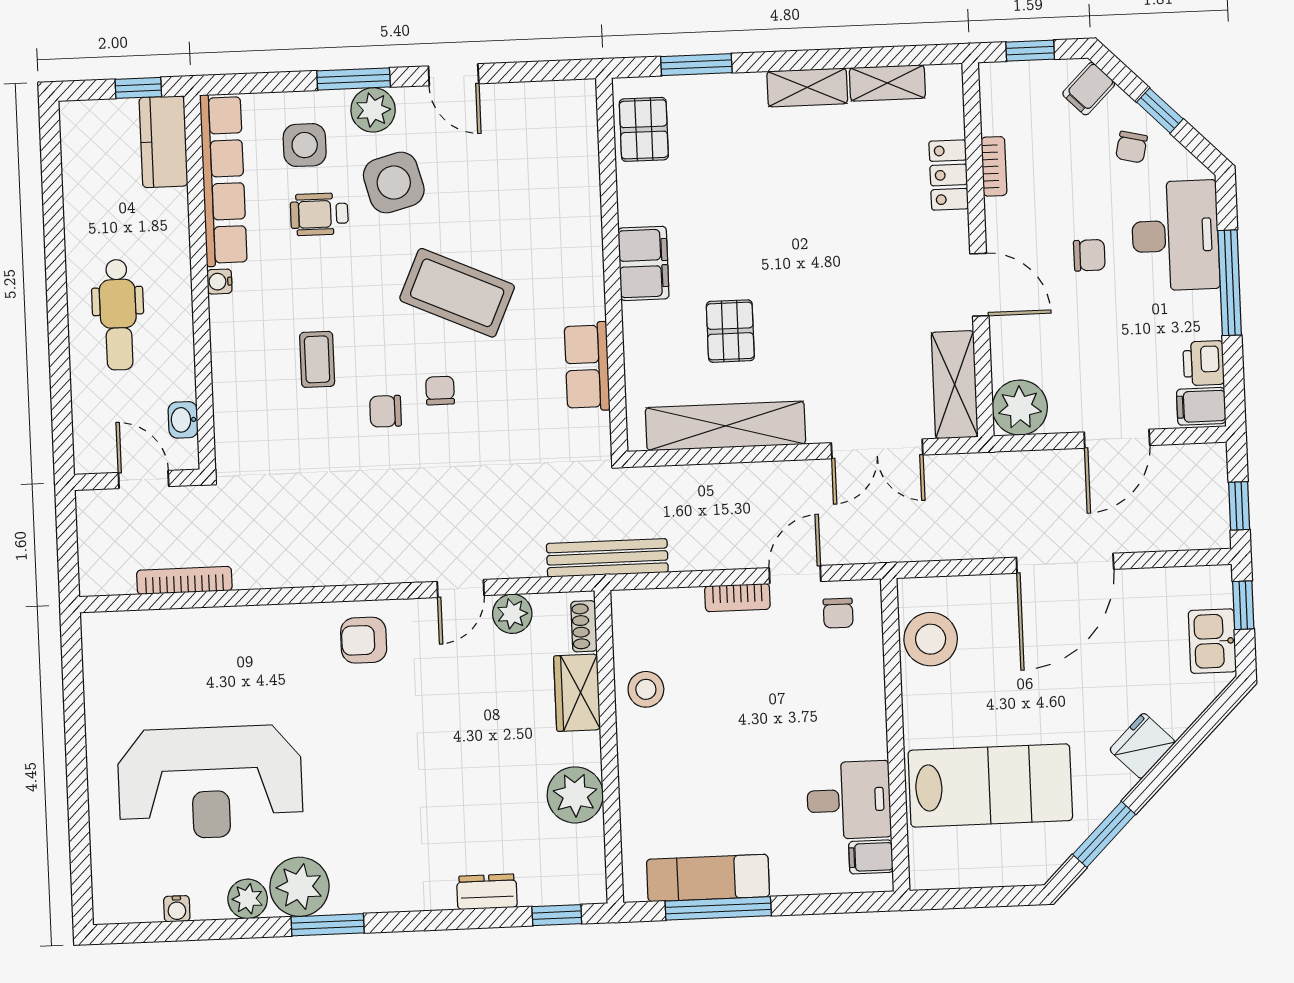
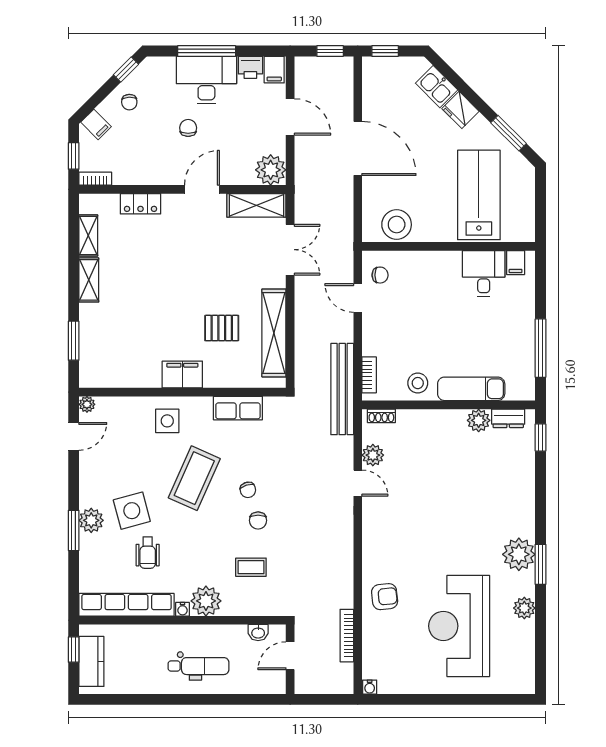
door: (454, 75) -> (74, 436), moved
plant: (582, 93) -> (87, 404), added
window: (1160, 111) -> (126, 69), moved
pallet: (644, 129) -> (108, 371), removed
kitchen counter: (163, 142) -> (91, 661), moved, turned -90
side table: (305, 145) -> (167, 421), moved
chair: (1131, 147) -> (129, 102), turned 74
bookcase: (994, 166) -> (95, 179), moved
desk: (1175, 236) -> (206, 80), moved
plant: (236, 323) -> (206, 601), added
coffee table: (317, 359) -> (251, 567), moved
chair: (440, 391) -> (248, 490), turned -107
bench: (607, 558) -> (342, 389), width x1.37, depth x1.21
bookcase: (737, 598) -> (369, 375), moved
armchair: (364, 640) -> (385, 597), moved, turned -96
kitchen sink: (1212, 641) -> (437, 87), moved, turned 45
wardrobe: (577, 693) -> (418, 421), removed
reception desk: (210, 782) -> (459, 626), turned 180
plant: (575, 795) -> (479, 420), width x0.73, depth x0.73
exam couch: (708, 878) -> (471, 389), moved, turned 90
plant: (299, 887) -> (519, 554), moved
dresser: (487, 892) -> (508, 418), moved, turned -90
water cooler: (177, 909) -> (370, 687), moved, turned 90

